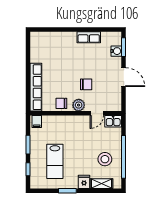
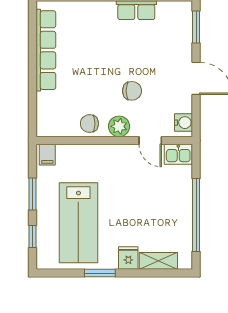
water cooler: (116, 51) -> (184, 123), moved
row of seats: (36, 87) -> (46, 50), moved
door: (97, 113) -> (150, 140), hinge flipped
stool: (105, 159) -> (164, 219), removed
lab bench: (55, 161) -> (78, 223), width x1.36, depth x1.39

